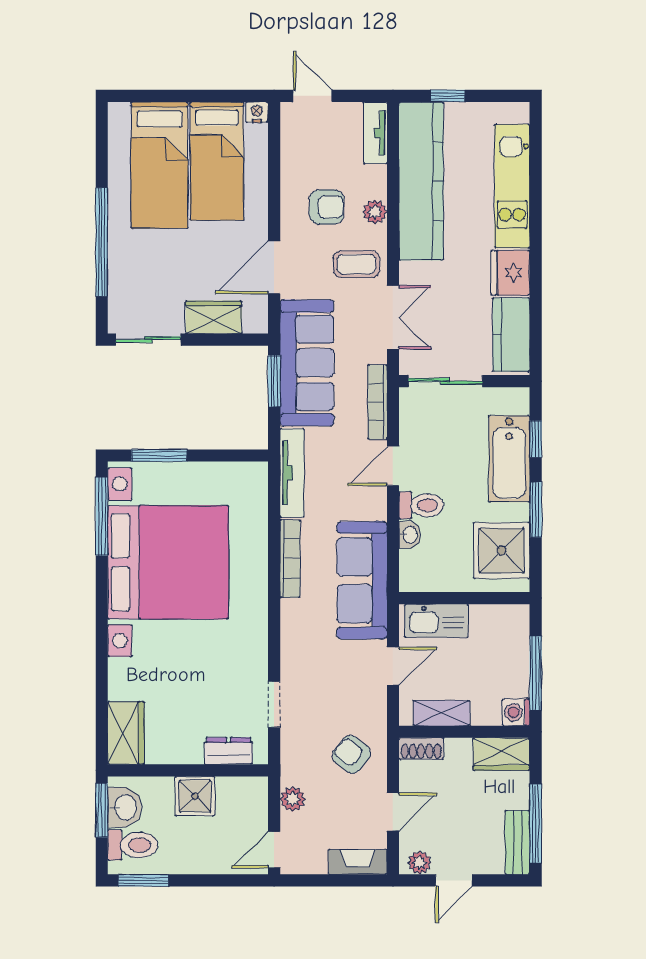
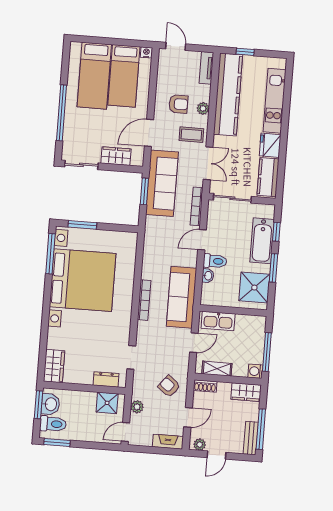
tv unit: (292, 473) -> (150, 239), removed
bookcase: (290, 559) -> (144, 300), moved
shower: (195, 796) -> (107, 403), moved

